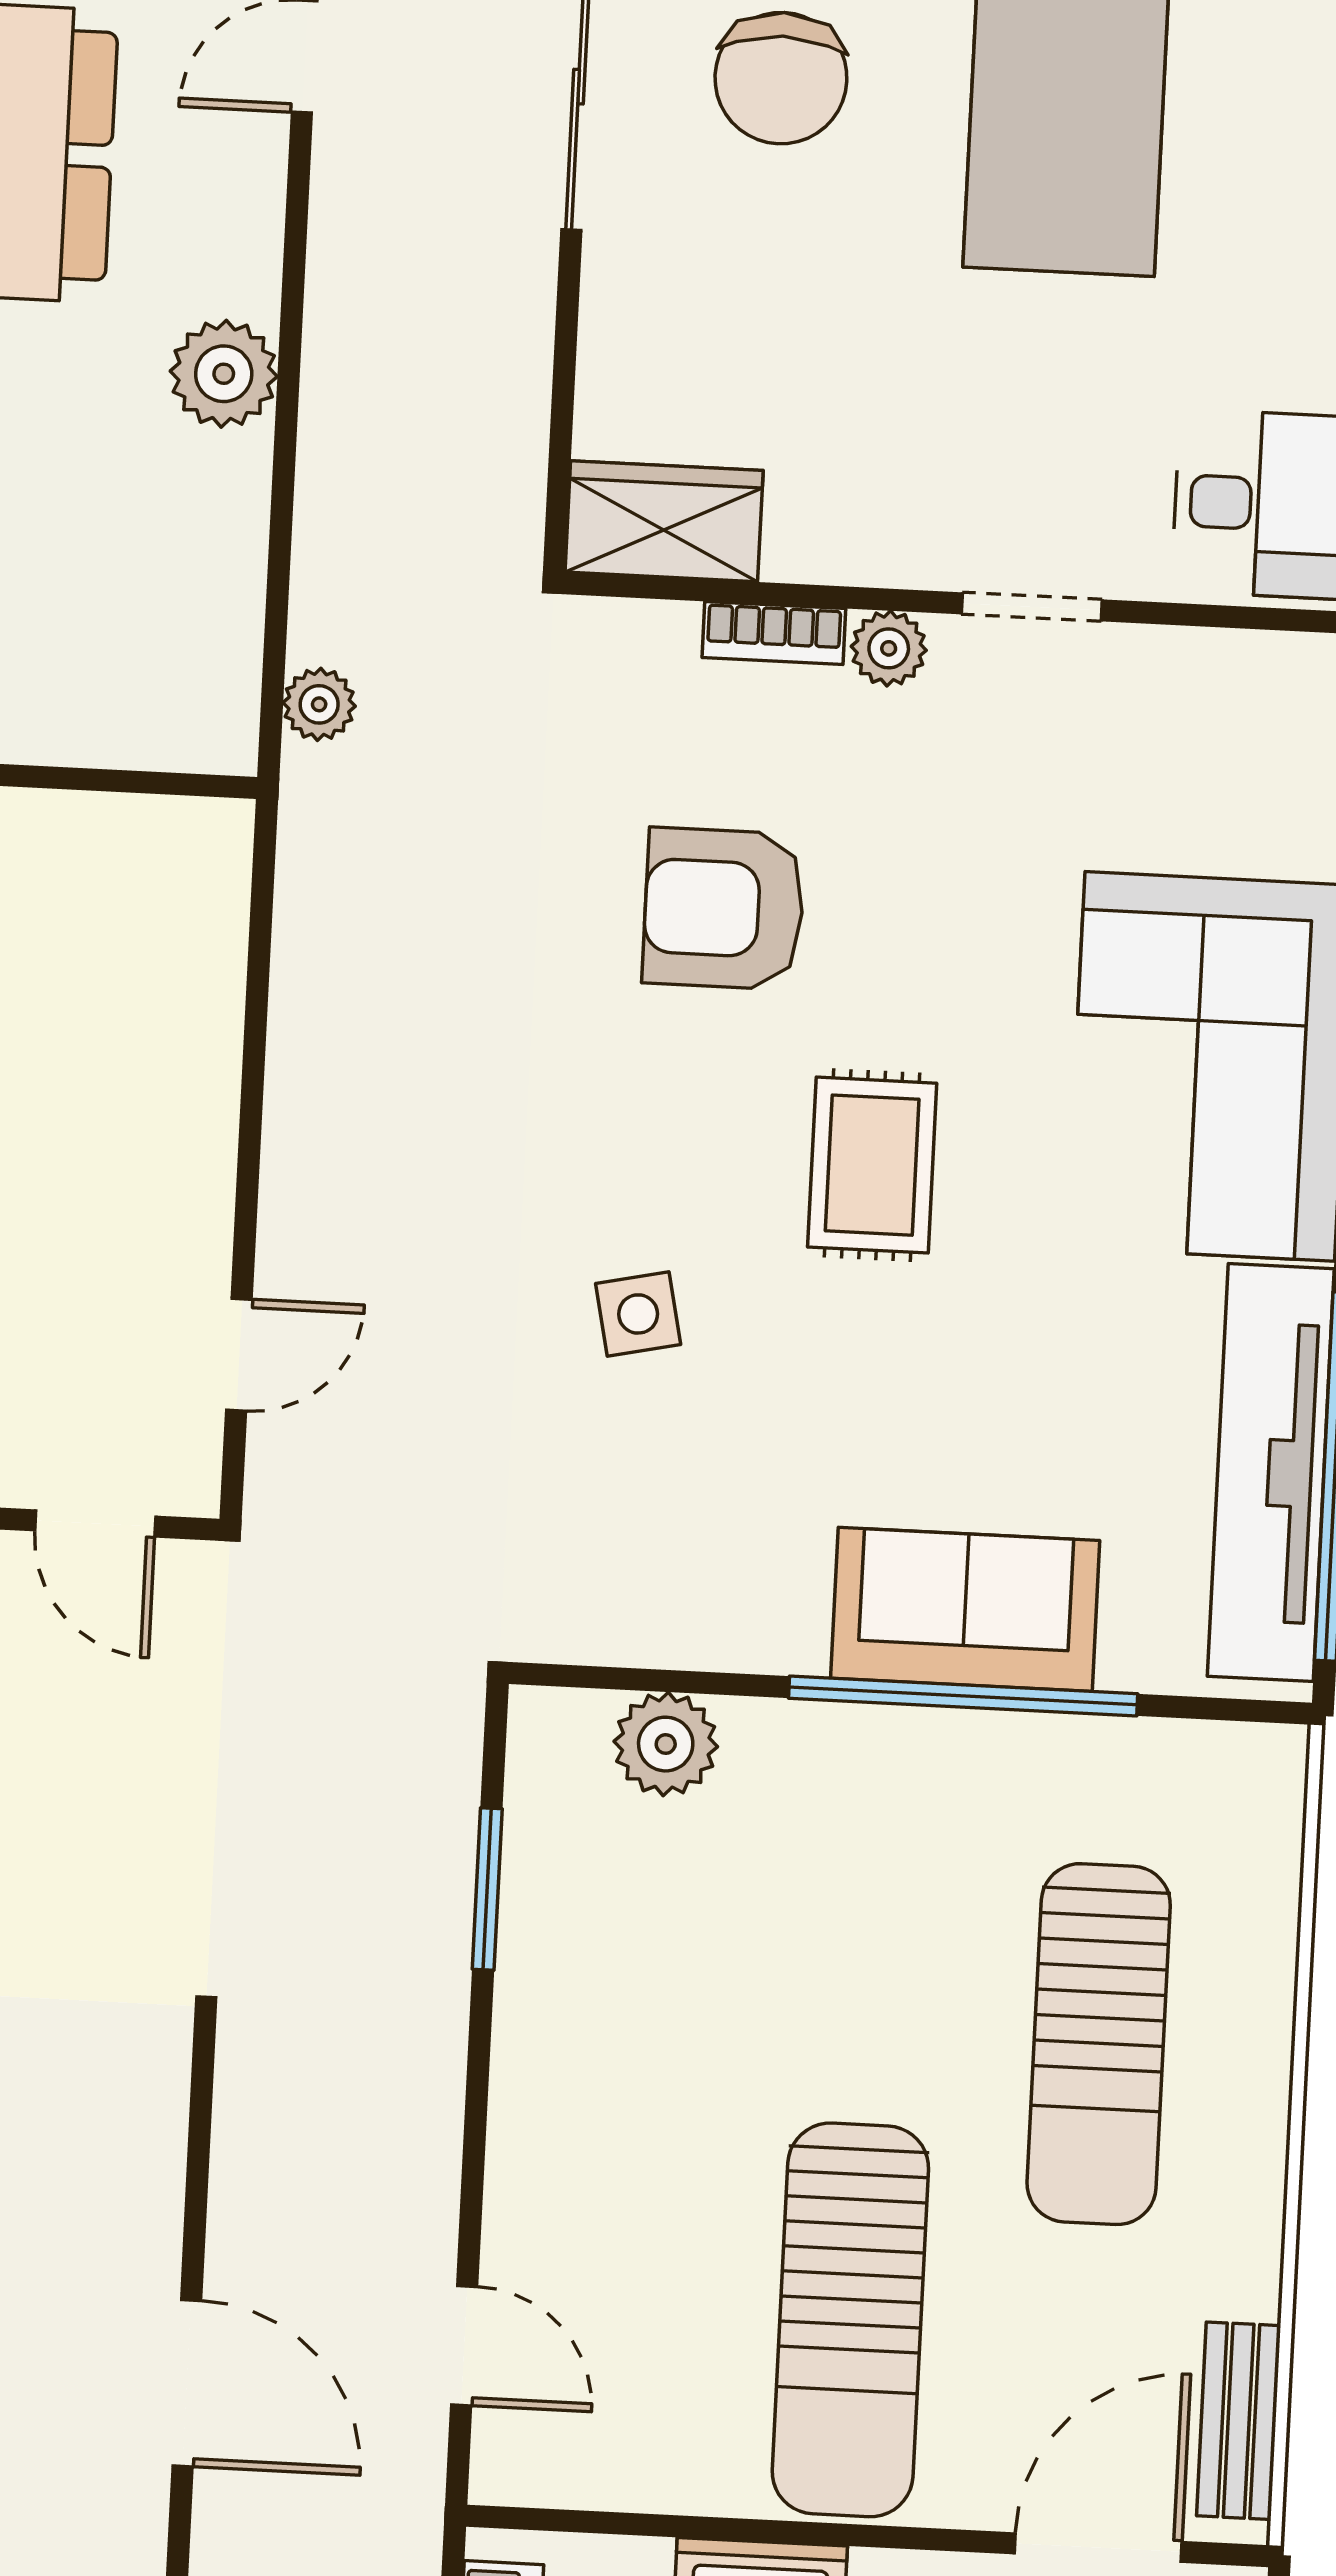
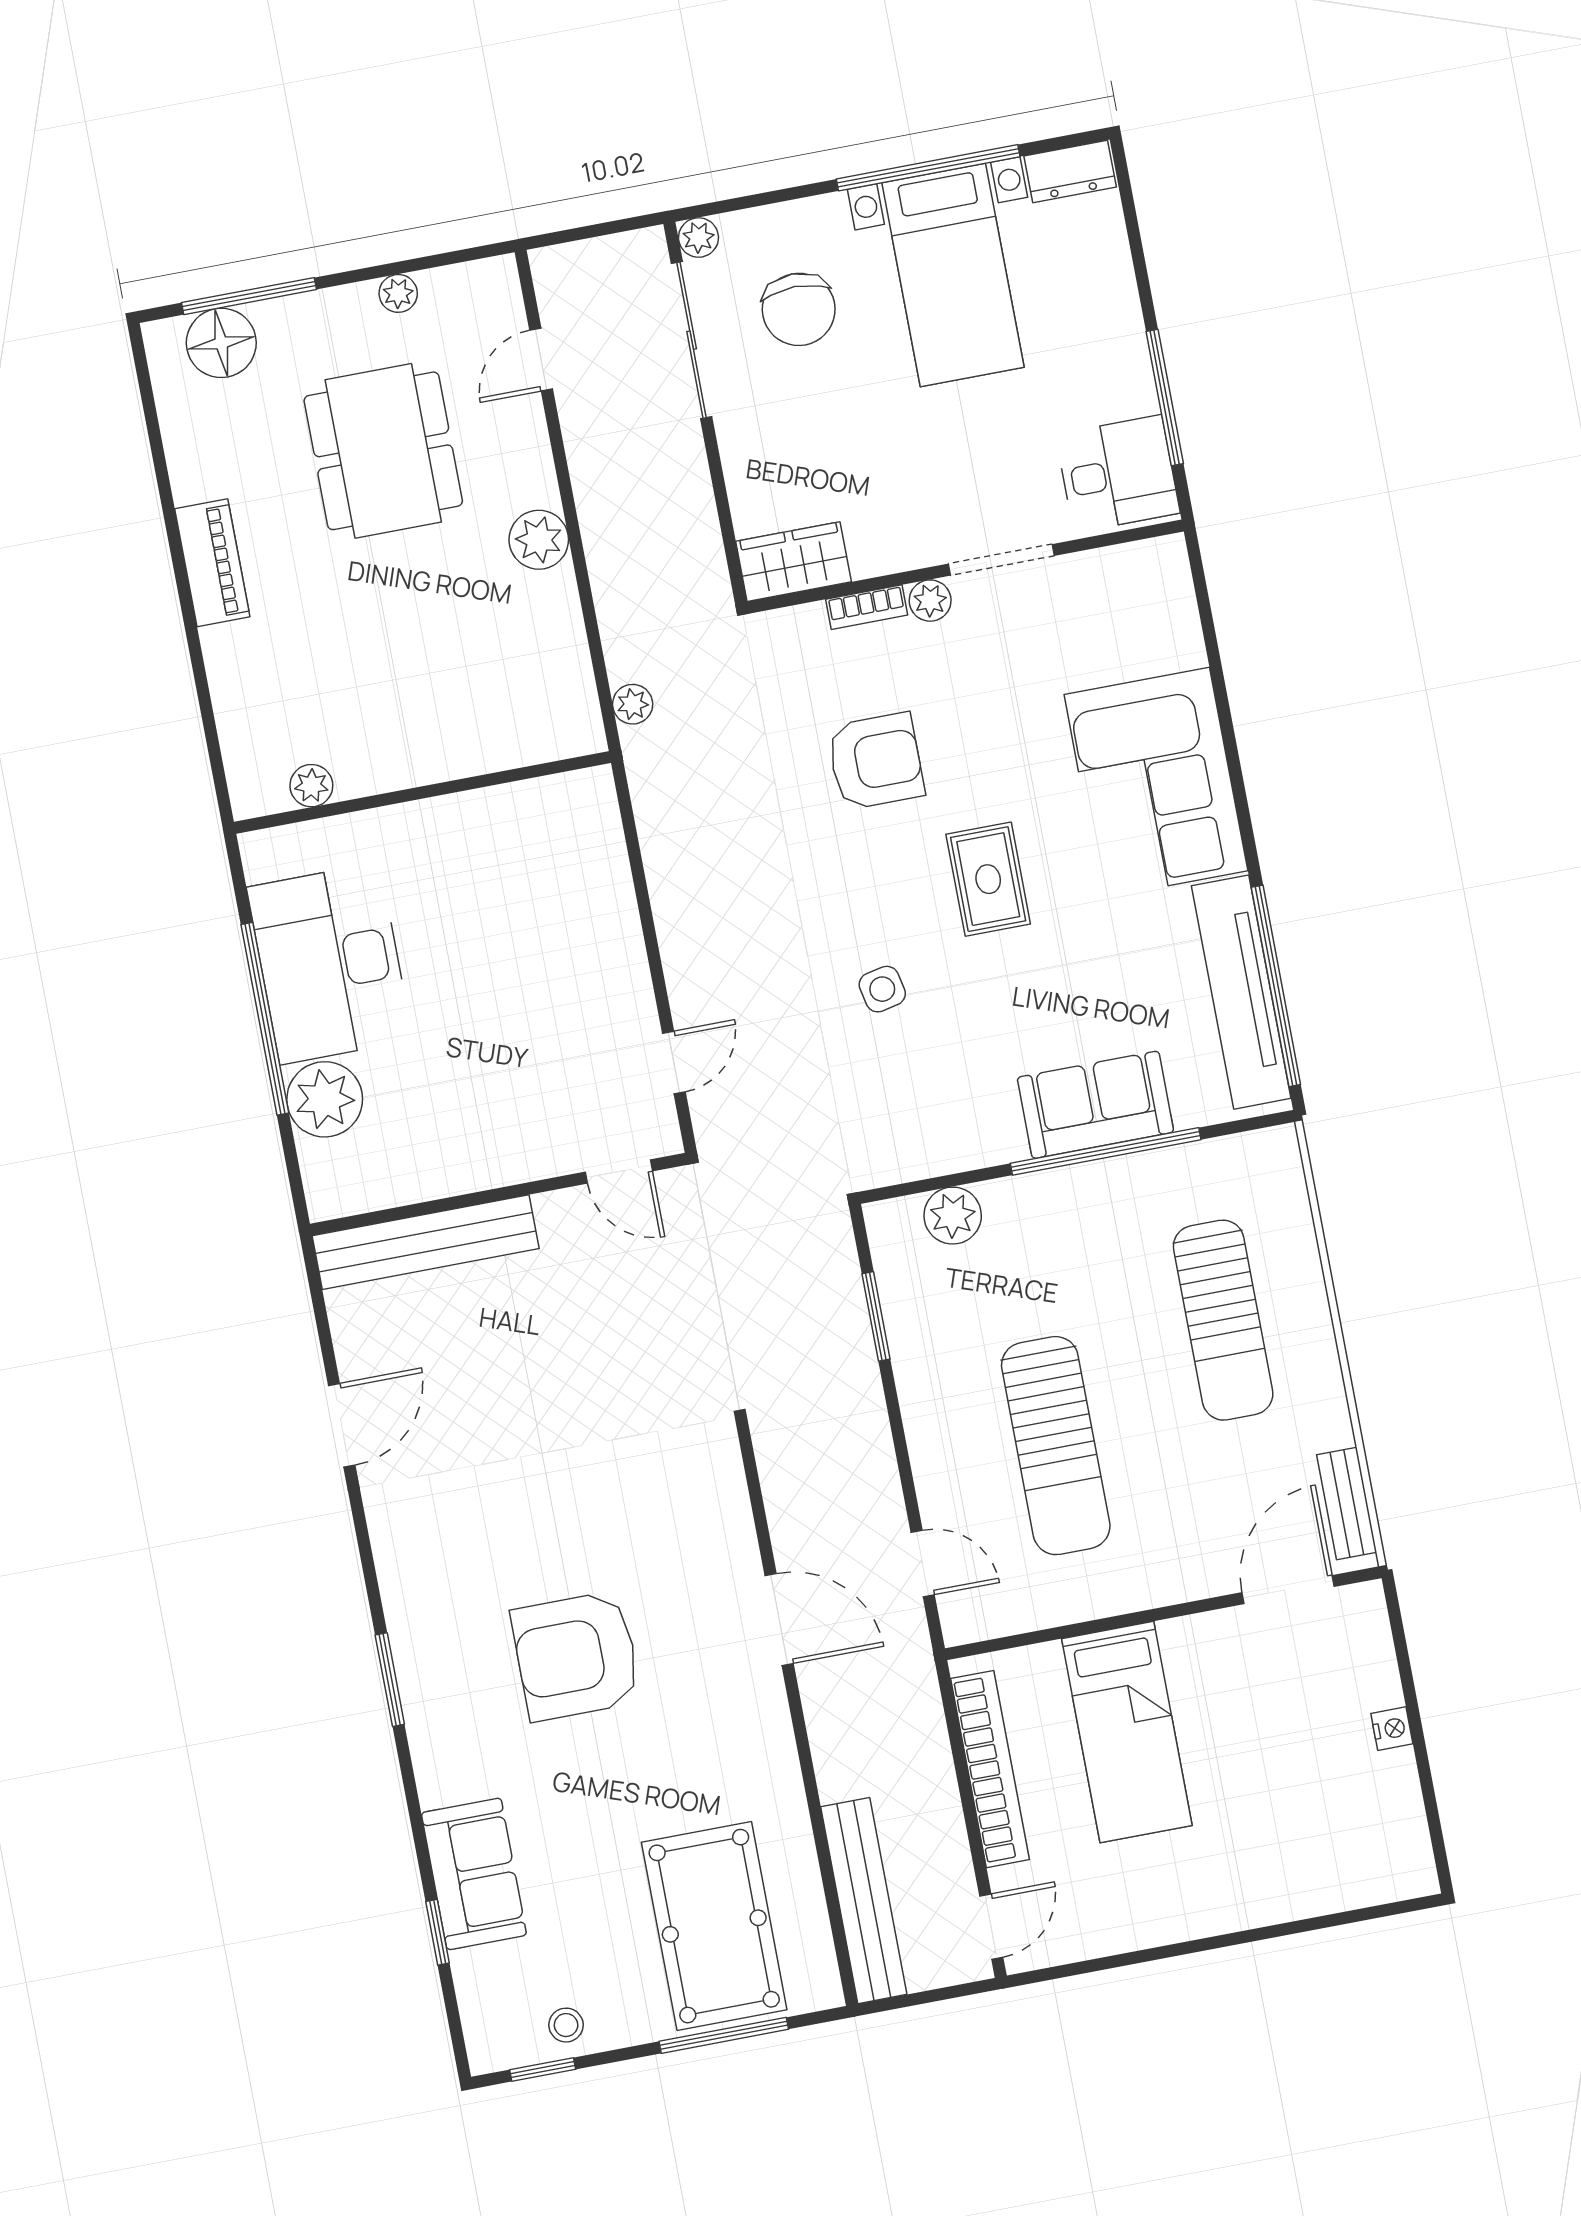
doorway: (1032, 607) -> (1001, 560), width x1.38
armchair: (724, 909) -> (876, 761), turned 180
sun lounger: (850, 2320) -> (1056, 1446), moved

